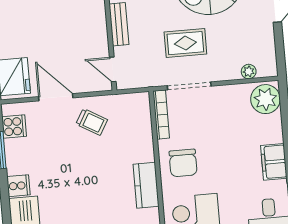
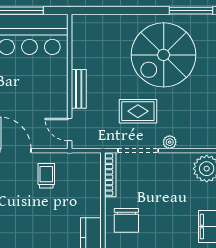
plant: (249, 72) -> (170, 142), moved
trolley: (92, 122) -> (46, 176), turned -120

